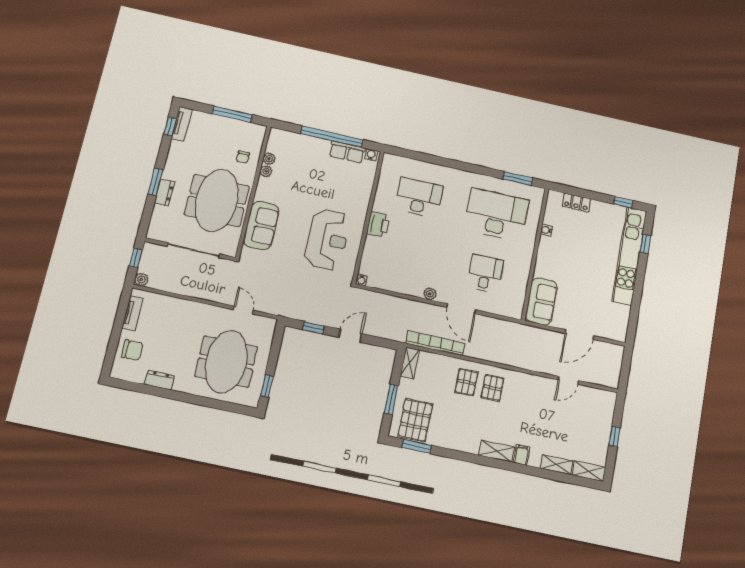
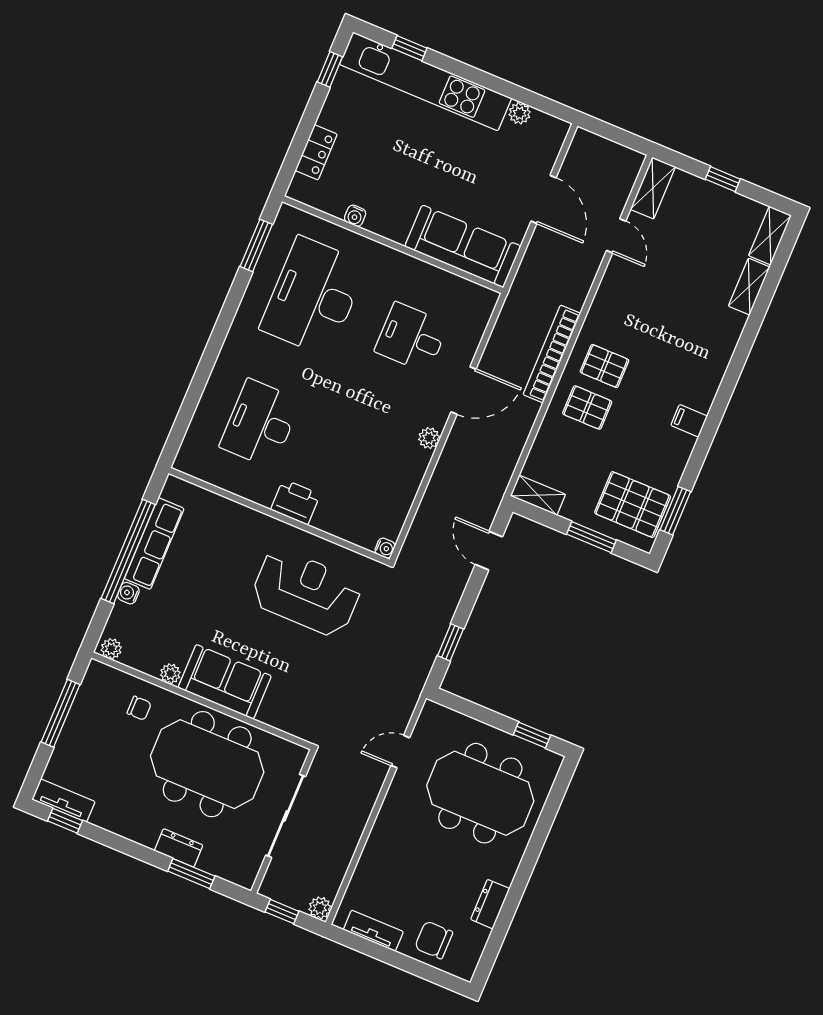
row of seats: (347, 152) -> (154, 544), width x1.48
water cooler: (371, 155) -> (128, 593), moved
plant: (269, 159) -> (111, 649), moved
window: (156, 182) -> (191, 874), moved
sofa: (261, 226) -> (225, 682), moved
sofa: (541, 301) -> (463, 246), width x1.36
plant: (624, 312) -> (520, 113), added
door: (350, 336) -> (489, 551), moved
bookcase: (435, 343) -> (552, 354), moved
chair: (132, 350) -> (434, 940), turned -90
shelving: (497, 451) -> (653, 188), moved
filing cabinet: (521, 455) -> (689, 421), moved

